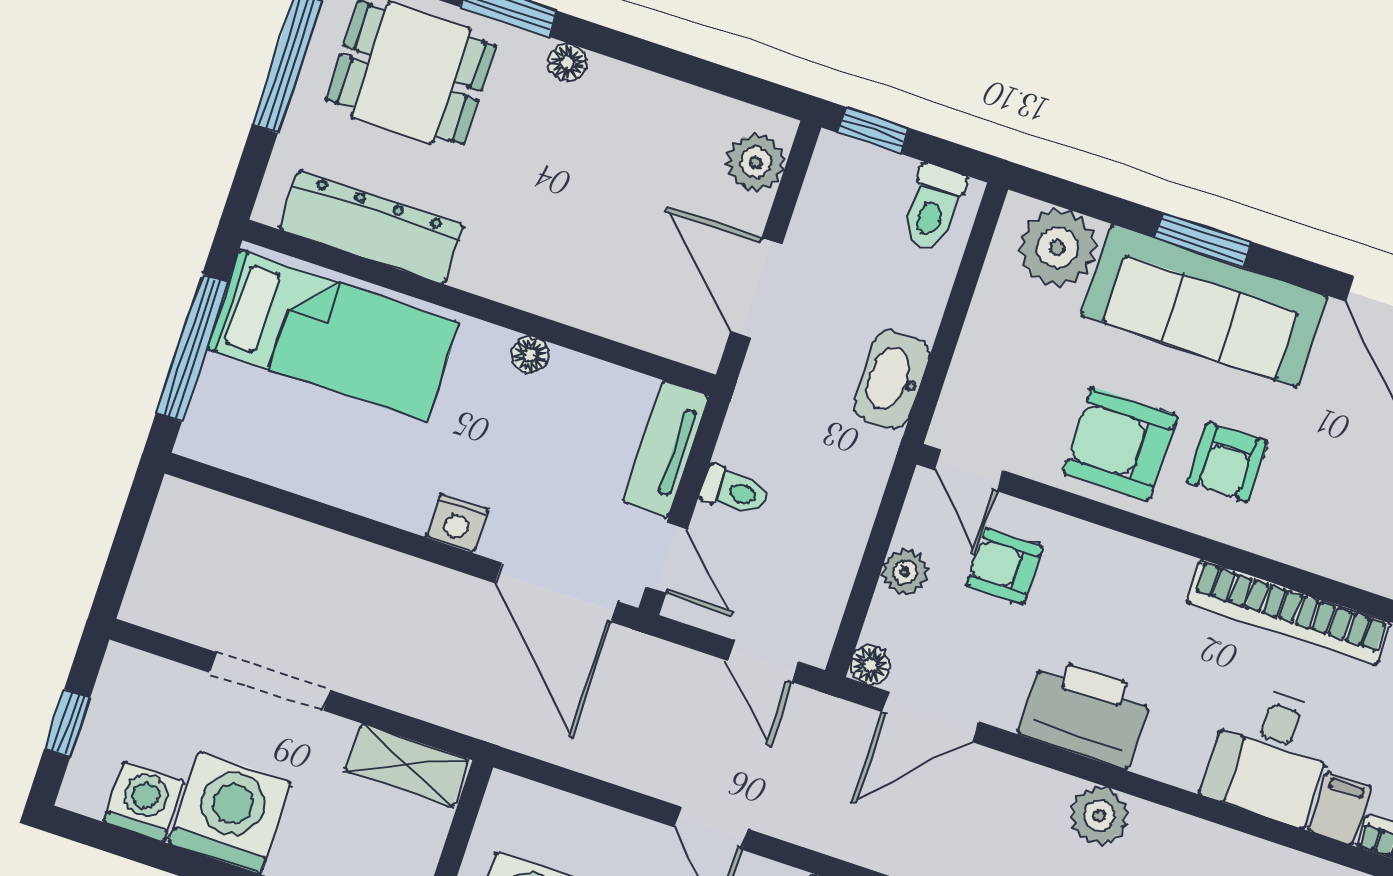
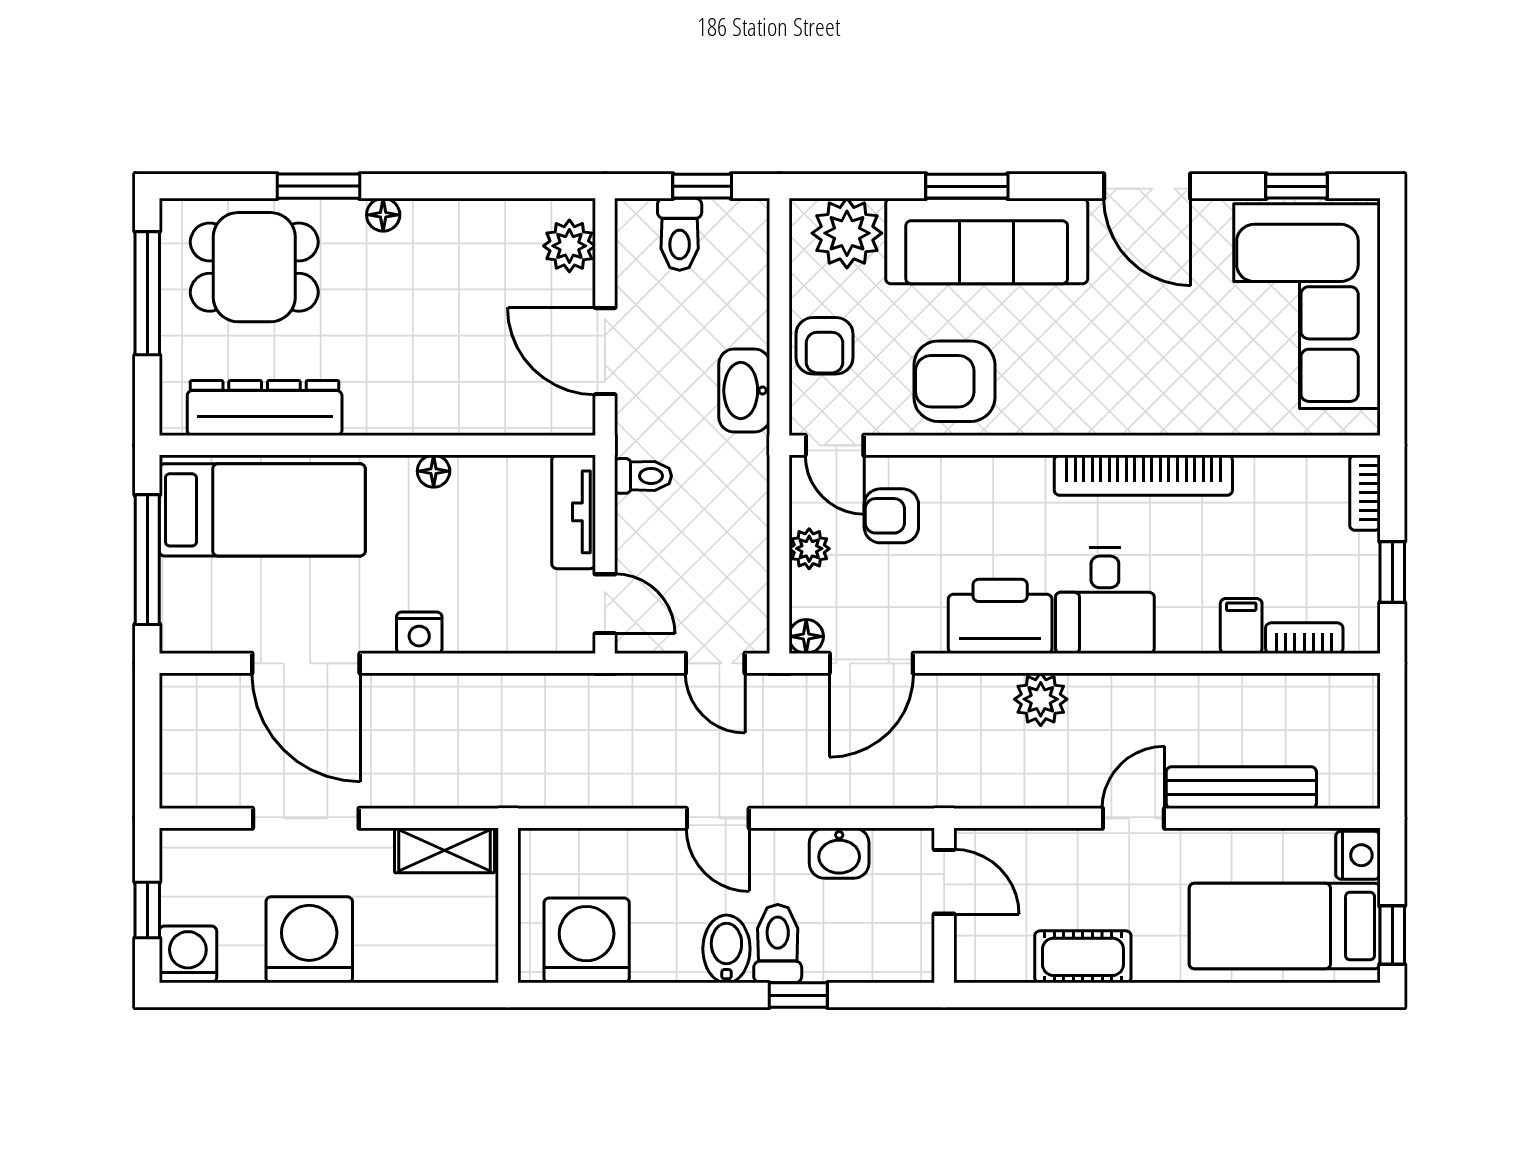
window: (873, 130) -> (702, 186), moved
toilet: (933, 207) -> (680, 234), moved
armchair: (1227, 462) -> (824, 346), moved
toilet: (734, 491) -> (643, 476), moved
door: (556, 592) -> (306, 663), moved
desk: (1270, 755) -> (1105, 601), moved
washing machine: (144, 801) -> (188, 954), moved

